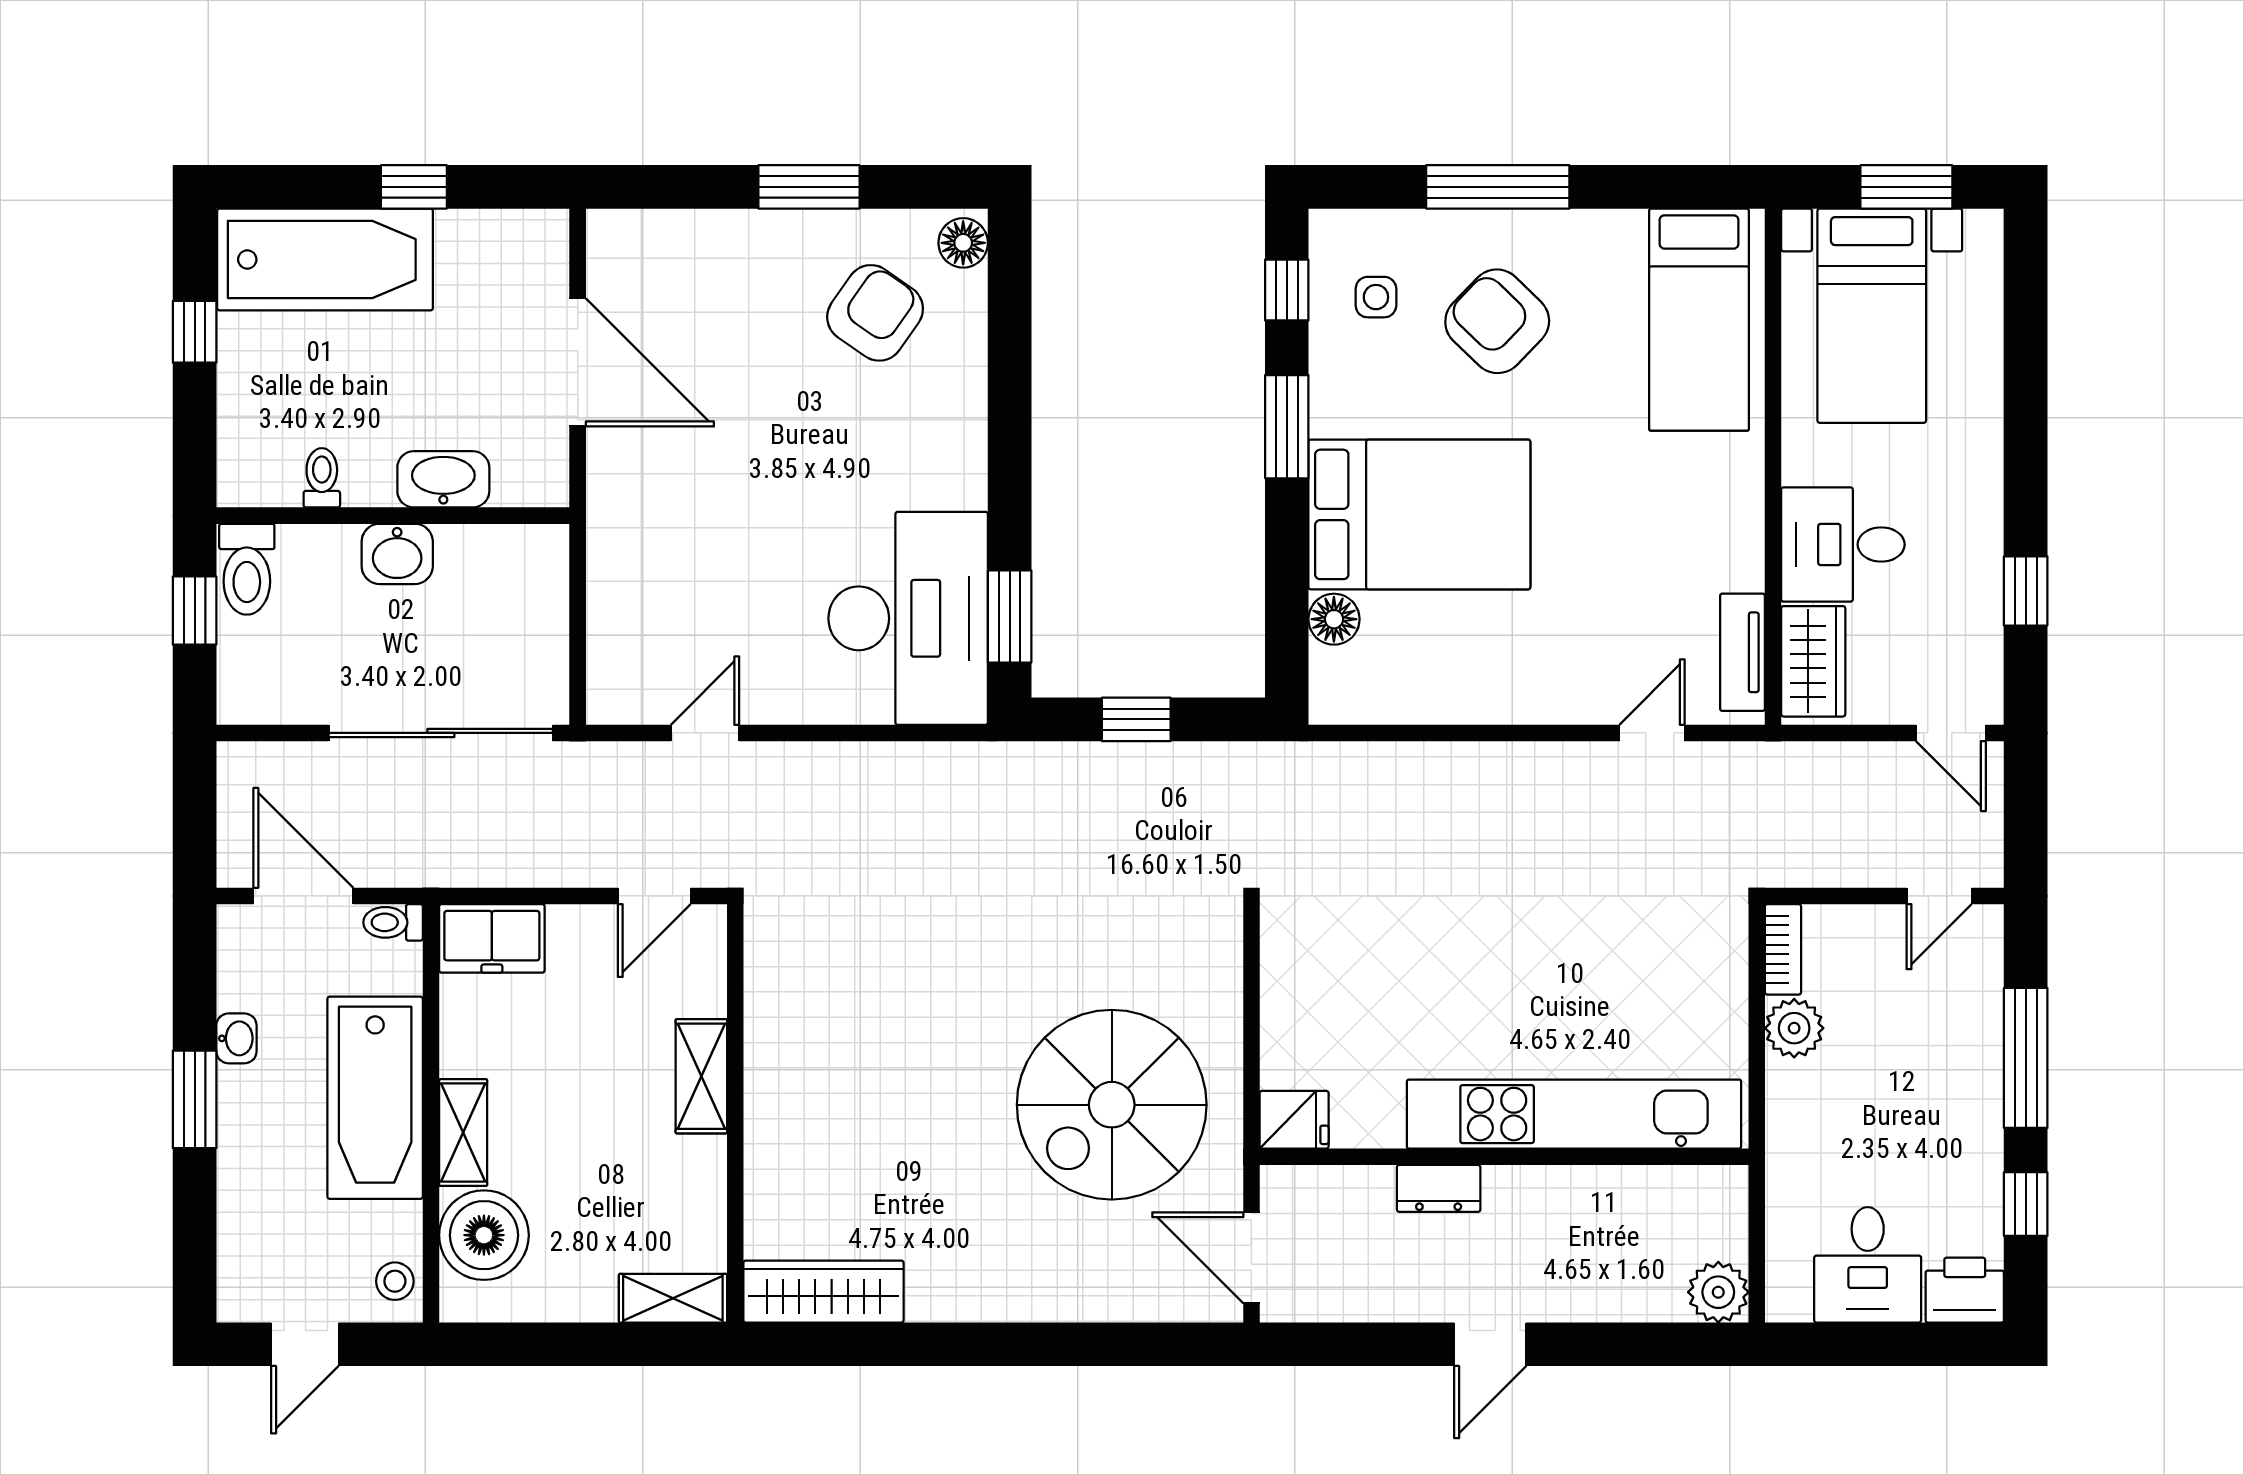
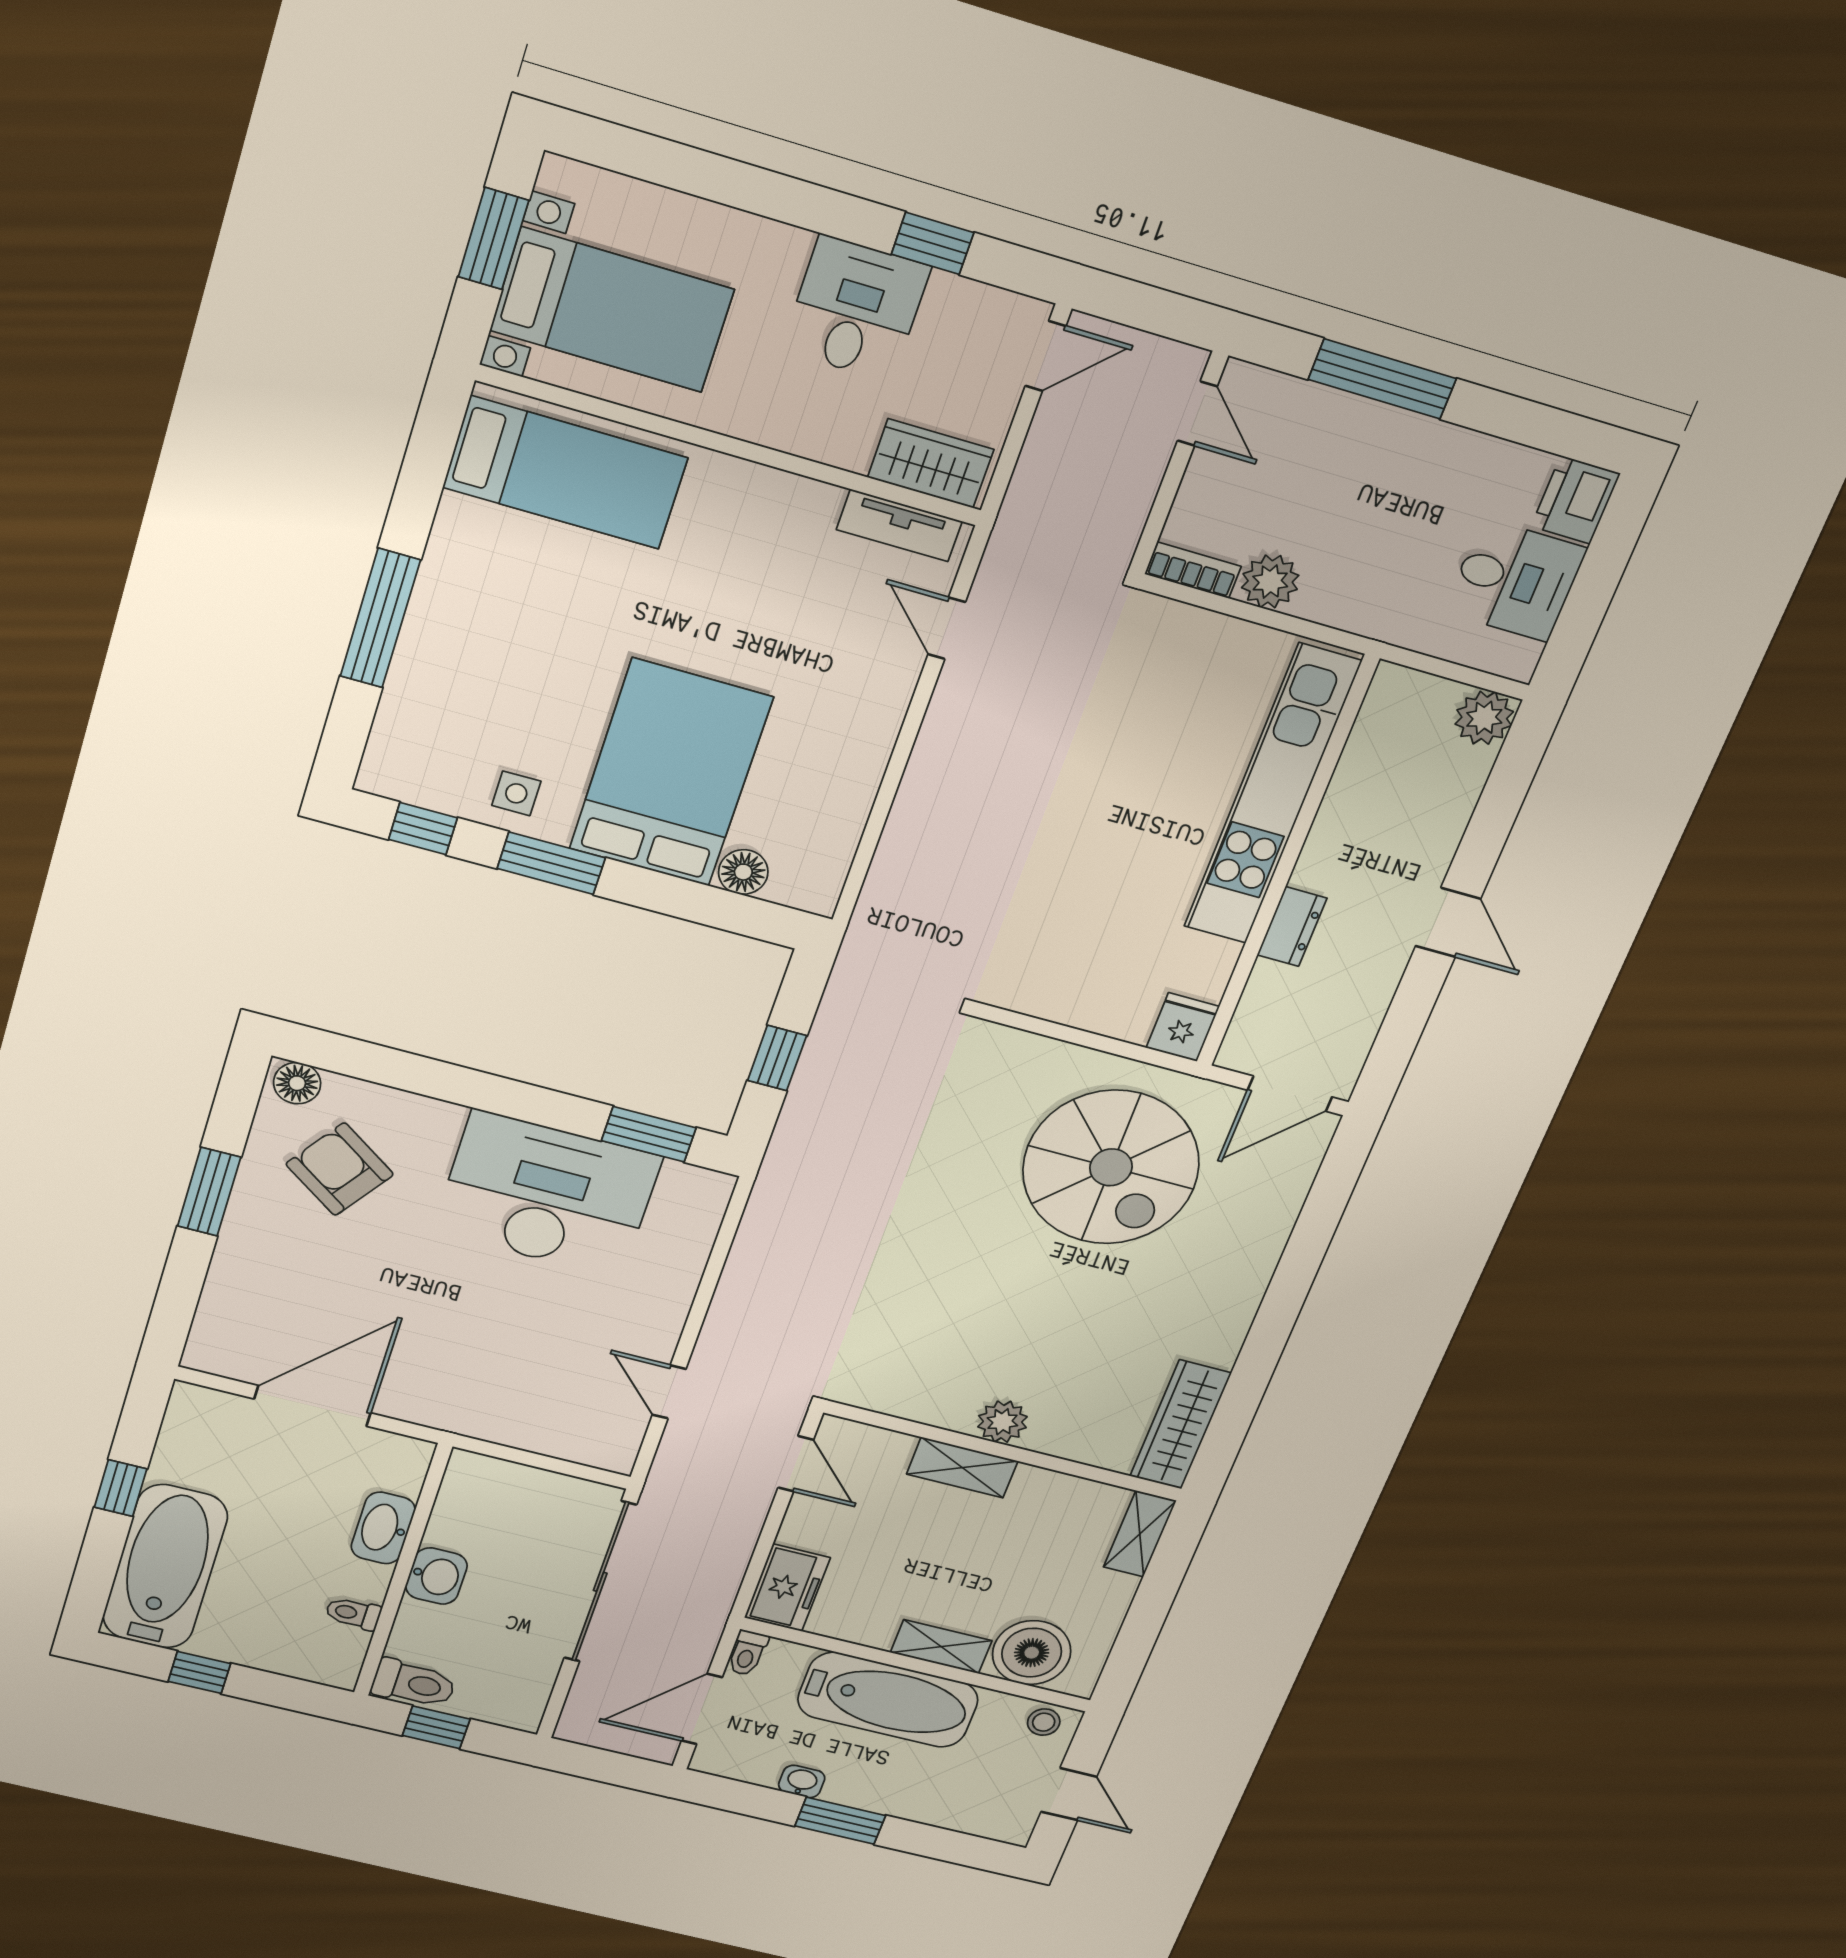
side table: (1376, 297) -> (516, 793), moved
armchair: (1497, 321) -> (510, 655), removed
desk: (1843, 544) -> (856, 308), moved, turned 180
desk: (908, 618) -> (547, 1194), moved
plant: (771, 1099) -> (1002, 1422), added
window: (2026, 1204) -> (1519, 420), removed

